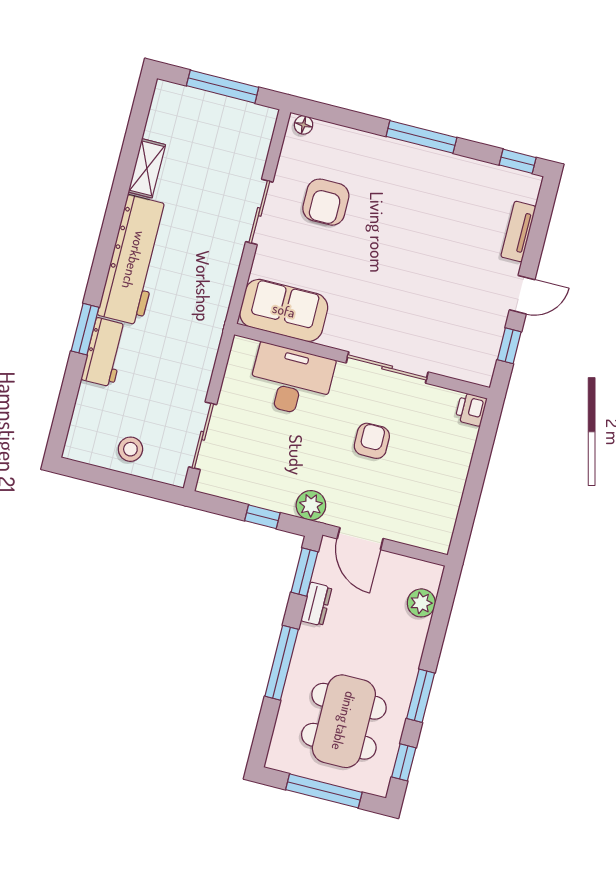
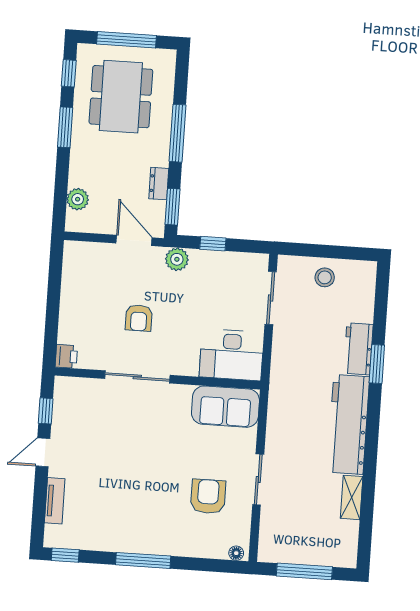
desk: (291, 380) -> (232, 355), moved

